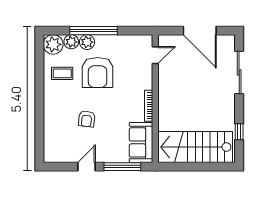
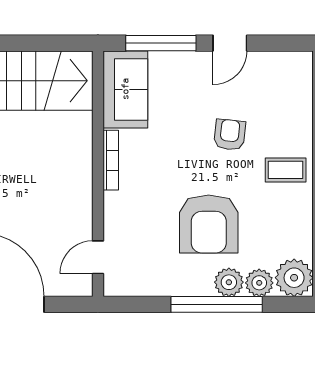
armchair: (98, 72) -> (209, 224), turned 180
coffee table: (62, 73) -> (286, 170), moved

